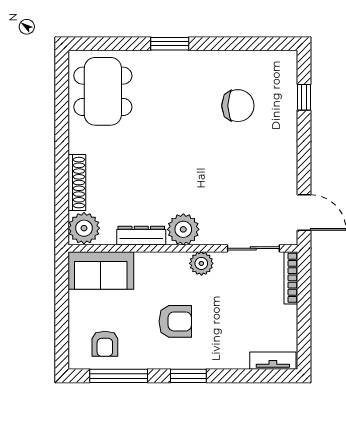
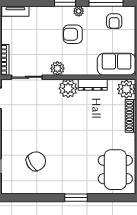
chair: (238, 106) -> (36, 161), turned 147
armchair: (105, 344) -> (114, 21), turned 180
plant: (165, 361) -> (79, 11), added

